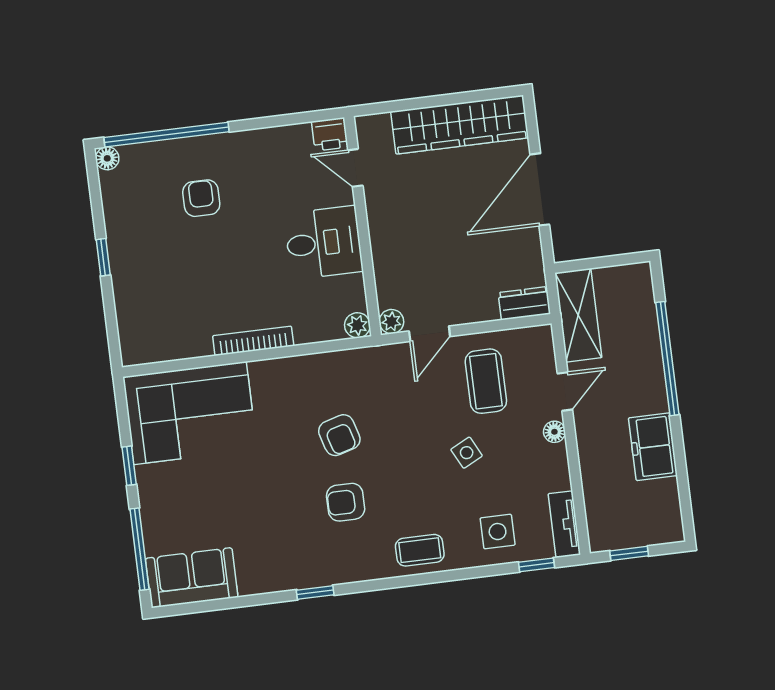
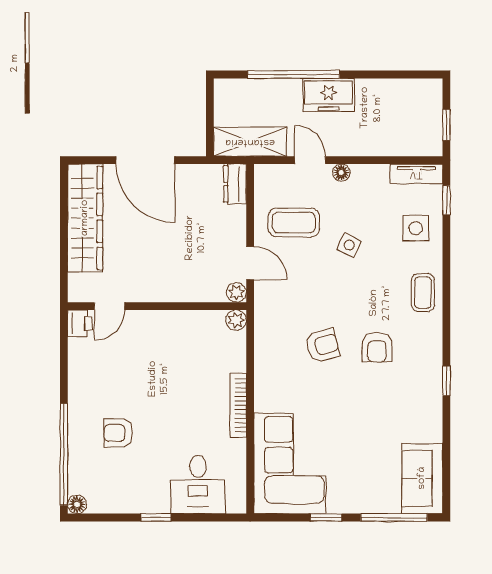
desk: (324, 243) -> (198, 484), moved, turned 180
freezer: (653, 447) -> (329, 95), moved
side table: (467, 453) -> (349, 245), turned -37

